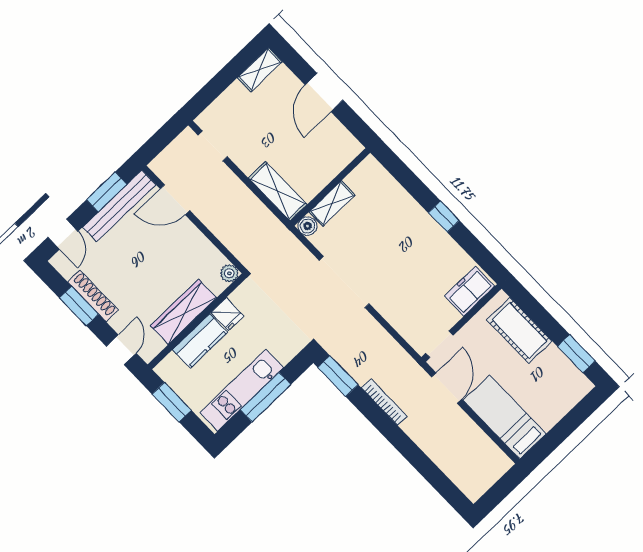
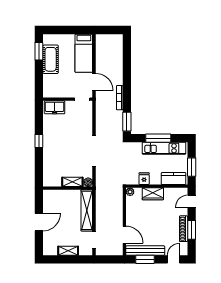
shelving: (260, 70) -> (68, 251), moved
shelving: (278, 191) -> (87, 210), width x1.47
wardrobe: (184, 312) -> (153, 194), width x0.67
cot: (519, 330) -> (51, 59), moved
kitchen counter: (200, 341) -> (174, 179), moved
door: (447, 388) -> (94, 82), swing flipped

